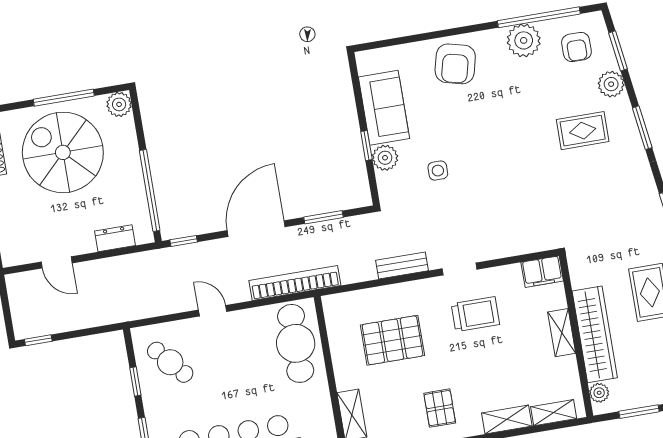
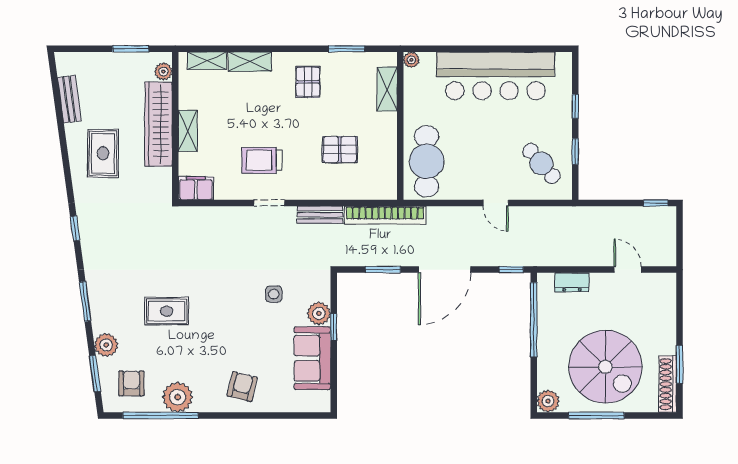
armchair: (455, 64) -> (242, 387), width x0.72, depth x0.72
rug: (583, 131) -> (167, 311), moved
bookcase: (295, 283) -> (385, 215), moved
pallet: (392, 340) -> (340, 150), width x0.67, depth x0.71

